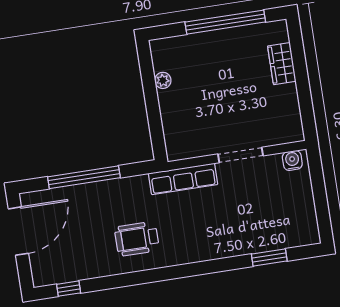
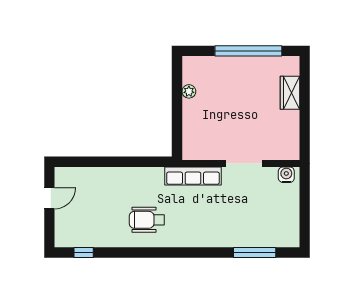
window: (84, 177) -> (111, 162), removed
door: (18, 231) -> (49, 198), width x0.53
window: (269, 258) -> (255, 253), width x1.44

